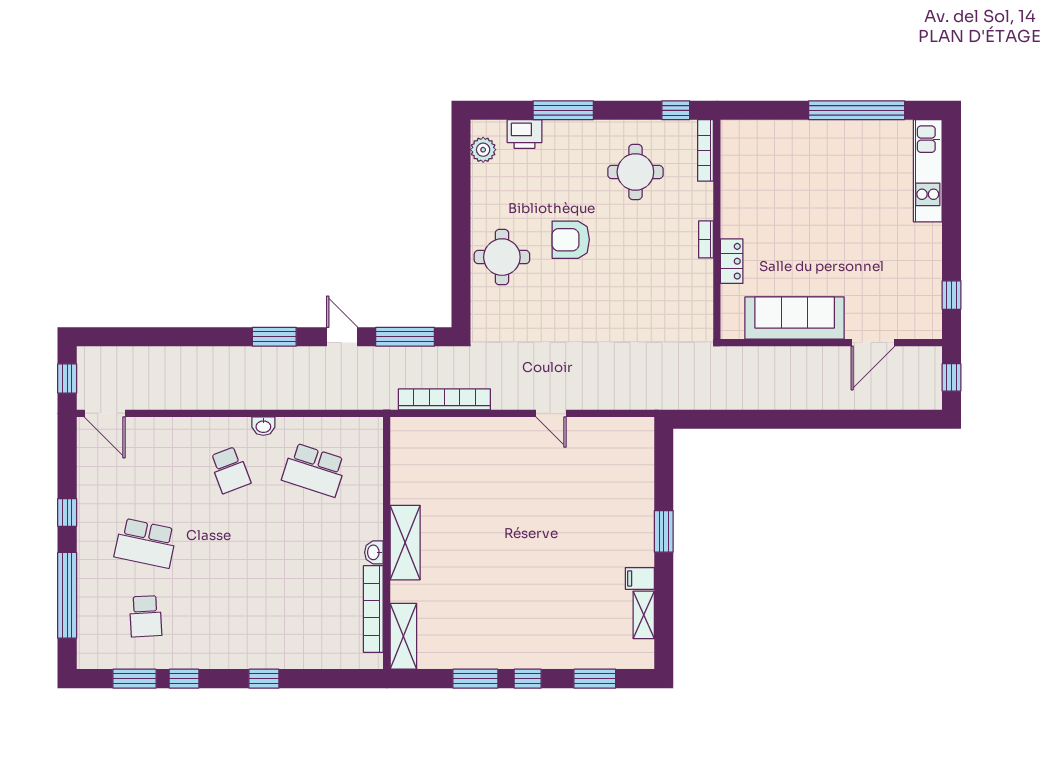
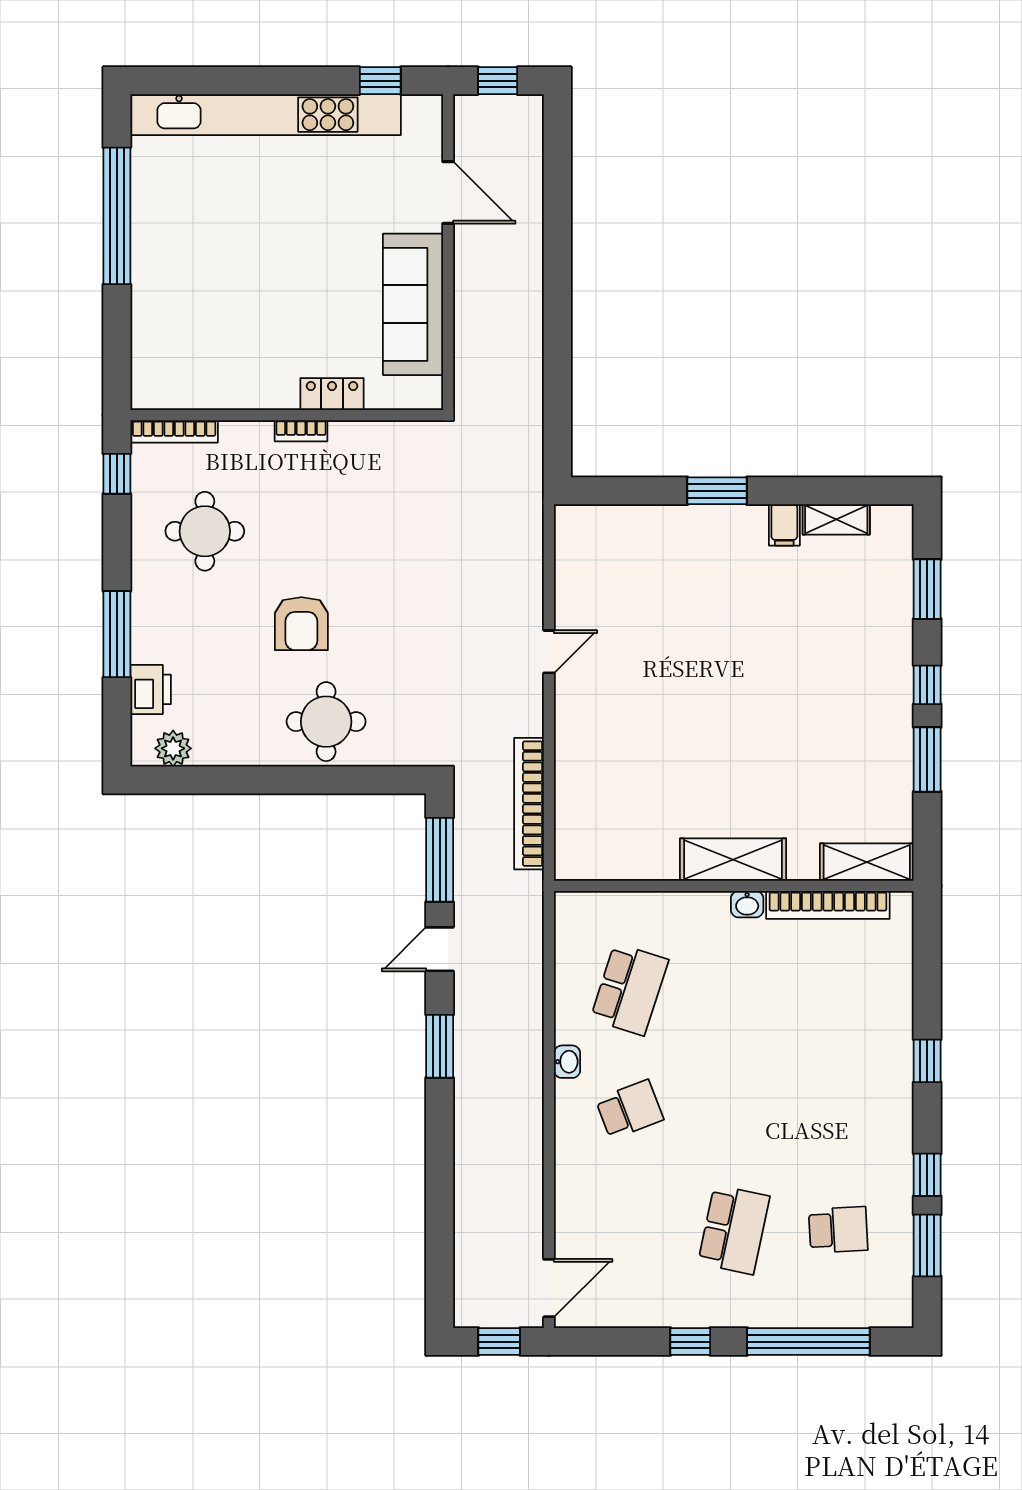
kitchen unit: (928, 171) -> (266, 115), width x1.86

